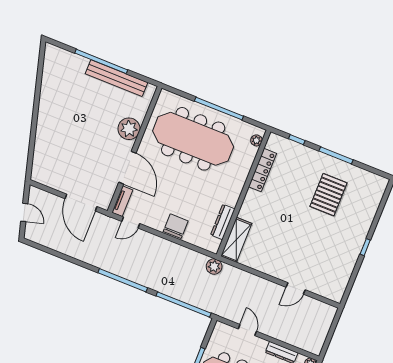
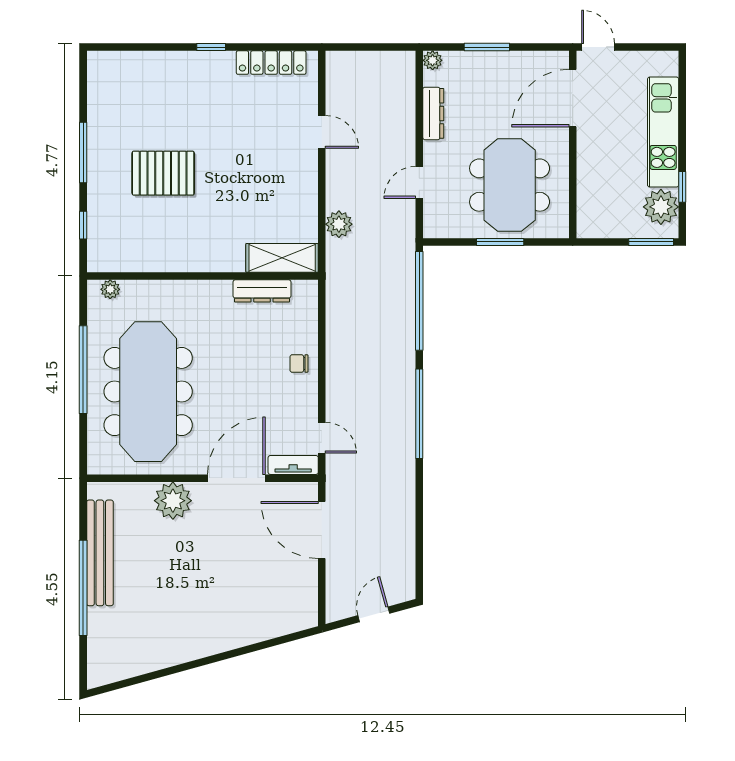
locker: (263, 170) -> (271, 63), moved, turned 180
pallet: (328, 195) -> (163, 173), moved
door: (81, 203) -> (322, 530), swing flipped
chair: (176, 226) -> (299, 364), width x0.54, depth x0.54
plant: (214, 266) -> (339, 224), moved

